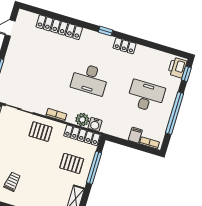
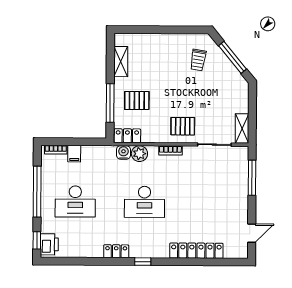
desk: (90, 79) -> (144, 202), turned 180
locker: (82, 135) -> (127, 136), width x0.66

